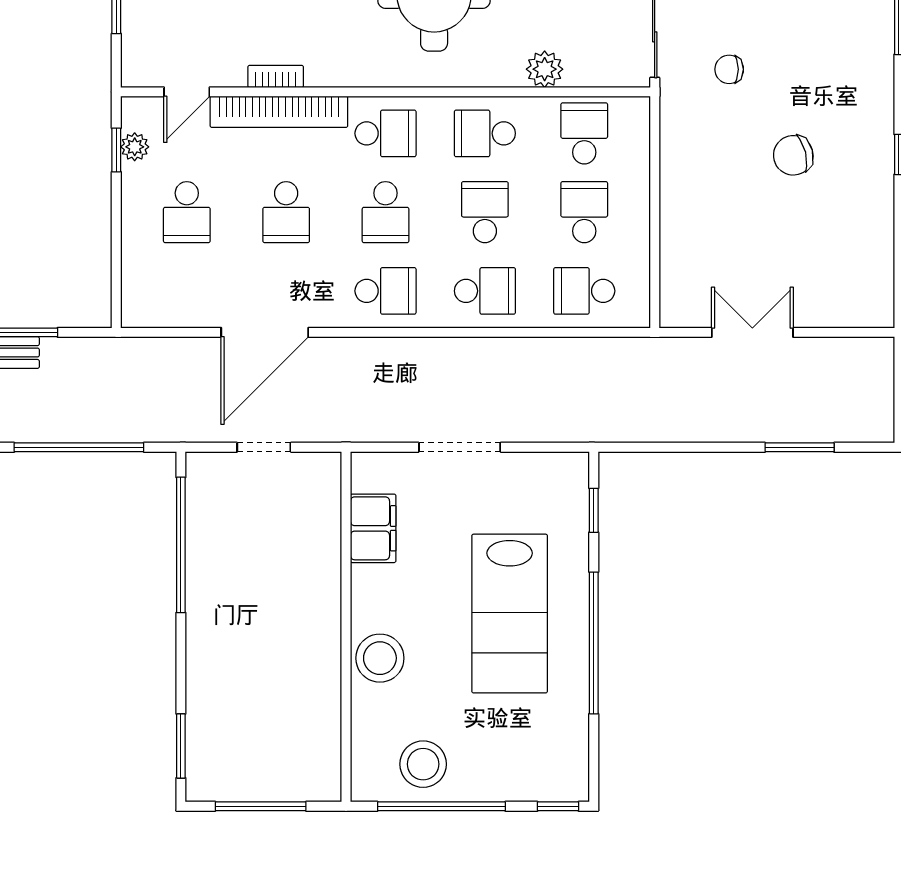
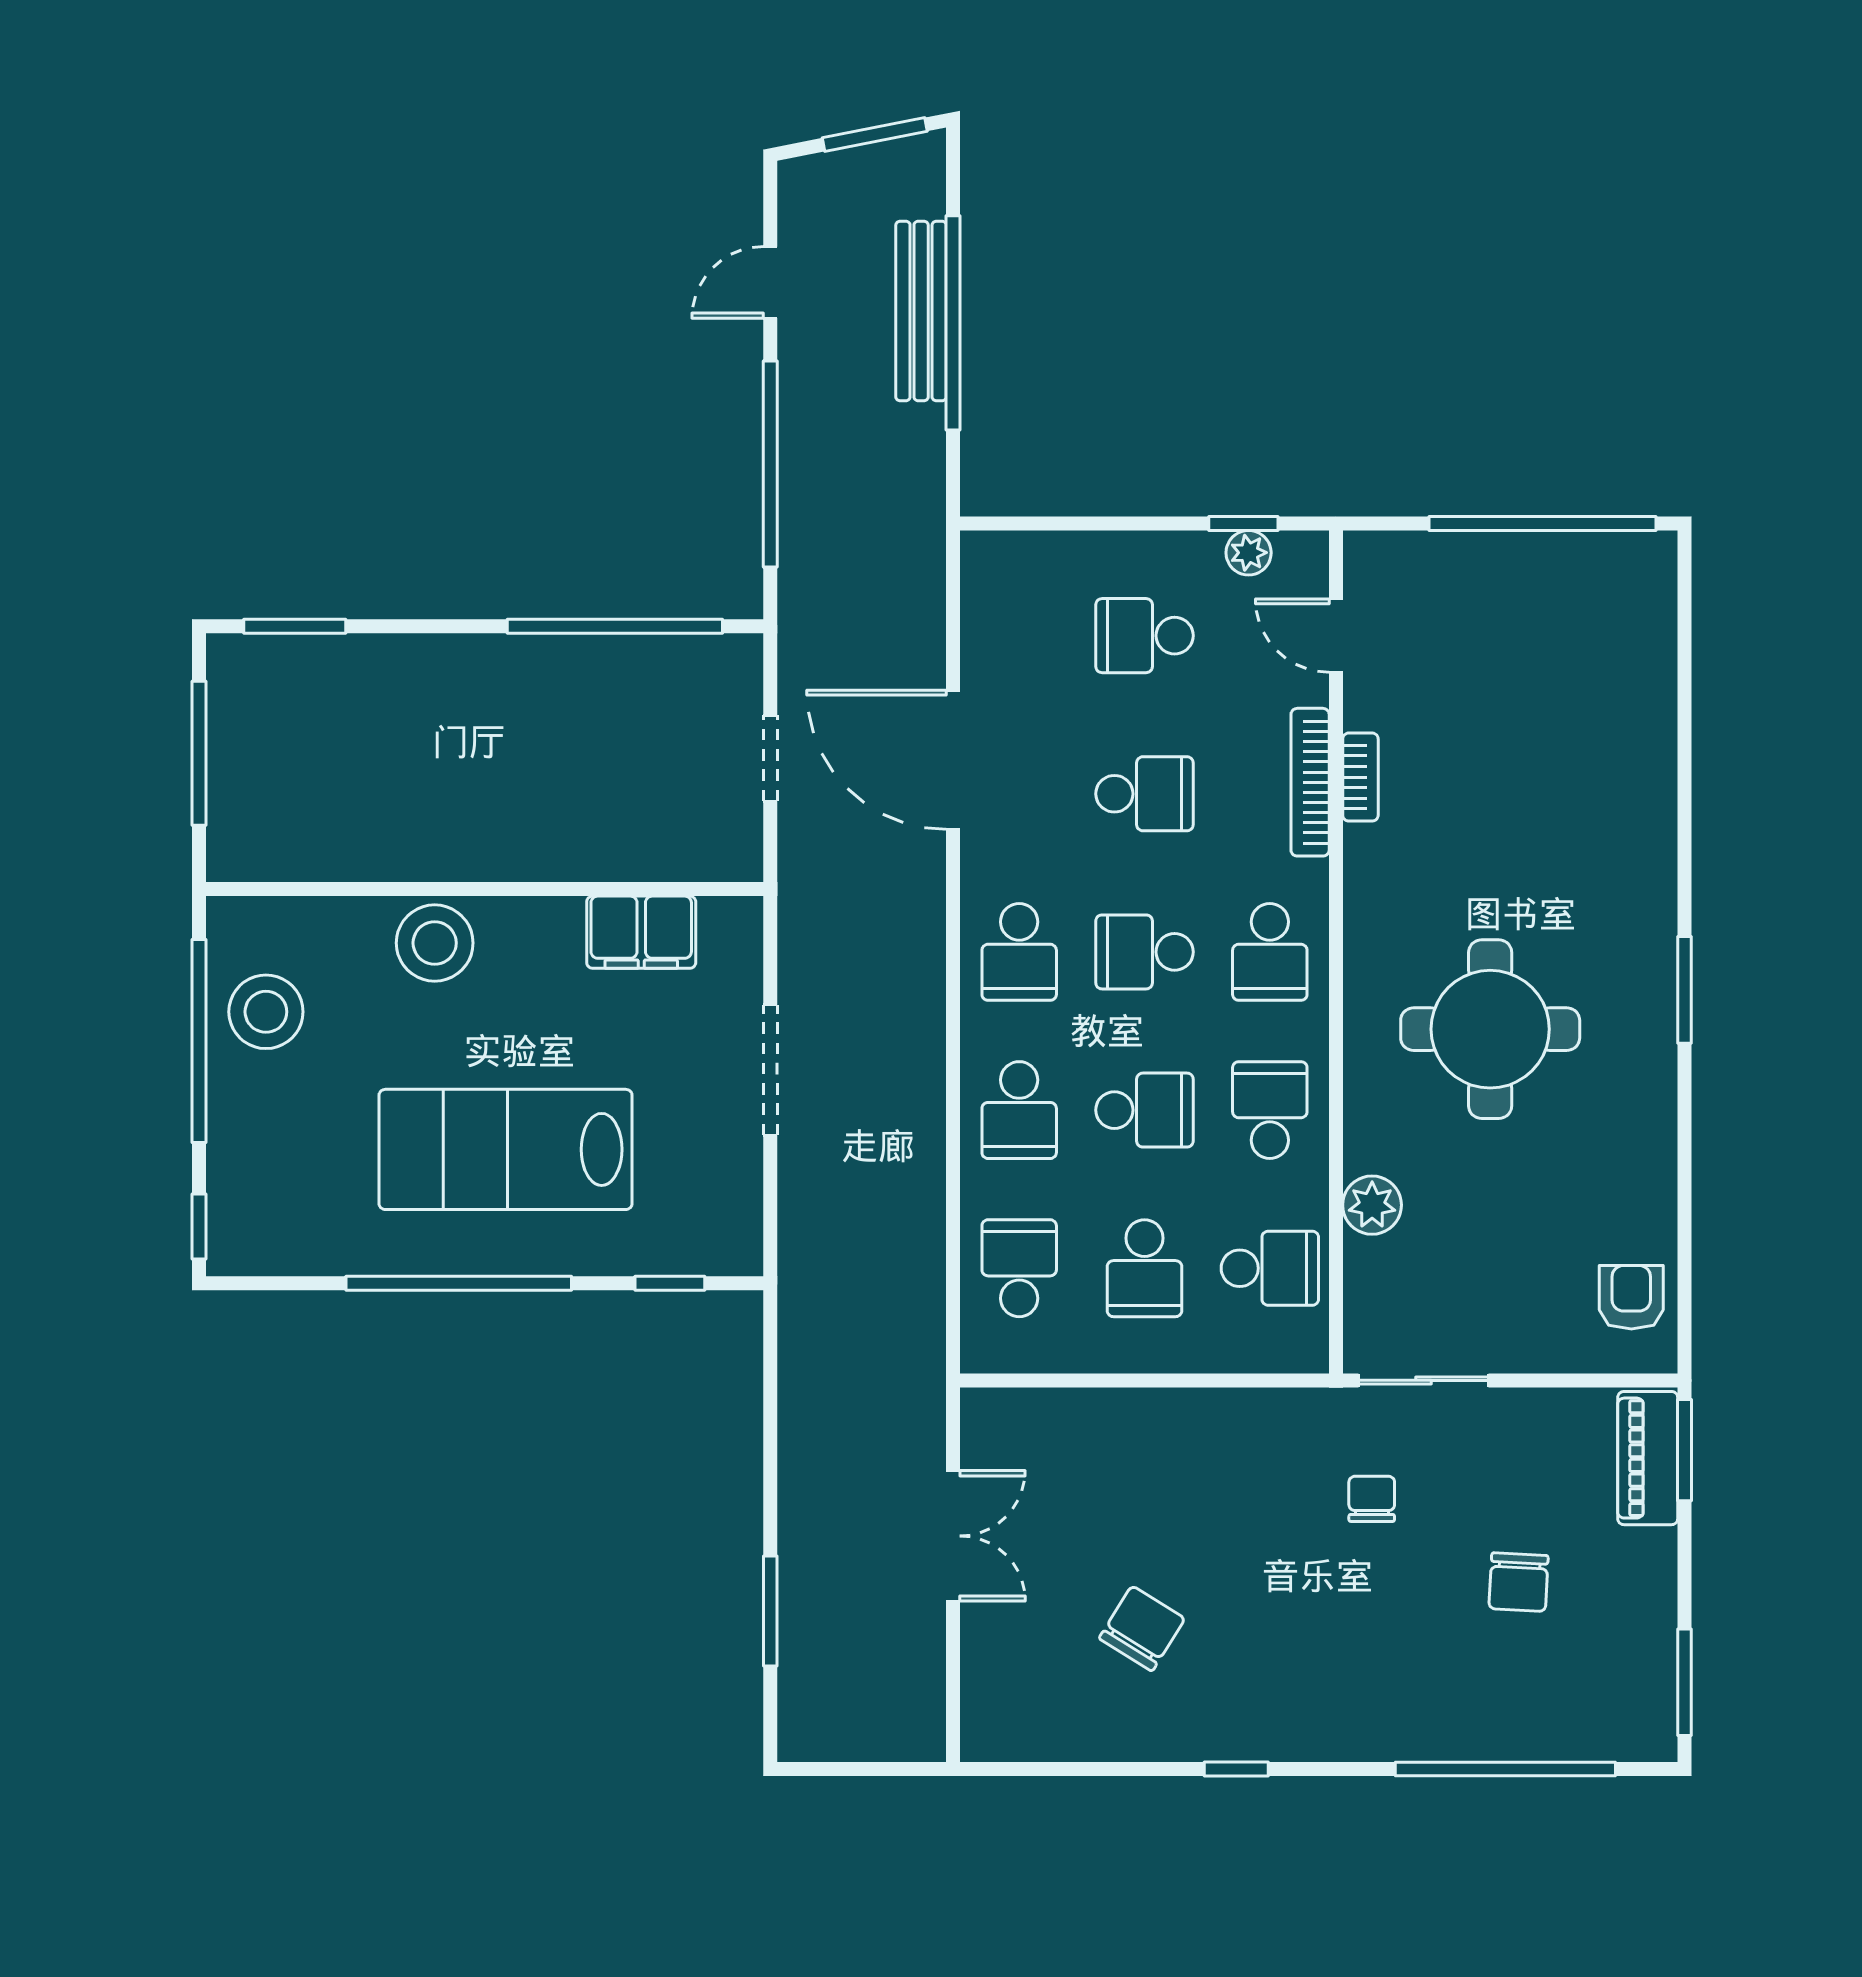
bookcase: (279, 112) -> (1310, 782), width x0.68, depth x0.76
chair: (793, 155) -> (1142, 1628), moved, turned 46
school desk: (286, 212) -> (1144, 794), turned 180
school desk: (584, 212) -> (1144, 1268), turned 90

